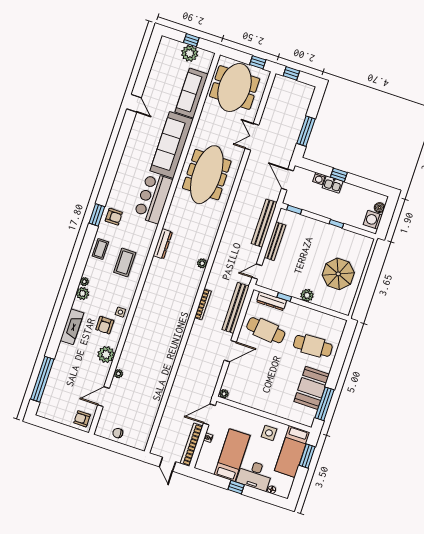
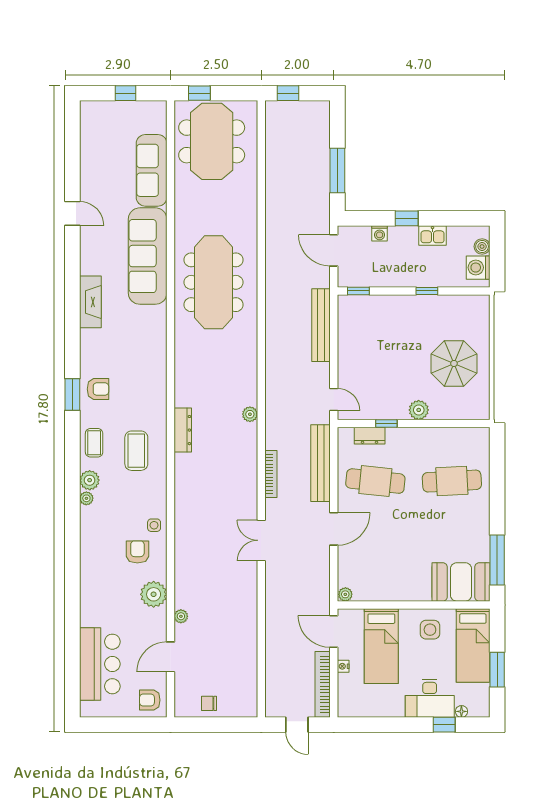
plant: (190, 53) -> (129, 113), removed
window: (258, 62) -> (199, 93), moved
double door: (252, 137) -> (261, 540), moved
kitchen sink: (333, 185) -> (432, 235), moved
bar counter: (153, 198) -> (100, 664), moved, turned 180
bench: (275, 241) -> (346, 347), removed
dresser: (163, 244) -> (183, 430), moved
door: (257, 271) -> (334, 400), swing flipped
plant: (83, 293) -> (90, 480), moved
dresser: (271, 301) -> (370, 436), width x0.70
armchair: (105, 325) -> (137, 552), turned 180
fireplace: (72, 327) -> (90, 302), moved
window: (42, 379) -> (72, 661), removed
booth: (312, 388) -> (461, 582), moved, turned 90
door: (209, 414) -> (334, 631), hinge flipped
bed: (232, 455) -> (381, 646), moved, turned 180
window: (307, 456) -> (497, 670), moved
window: (236, 487) -> (444, 725), moved

